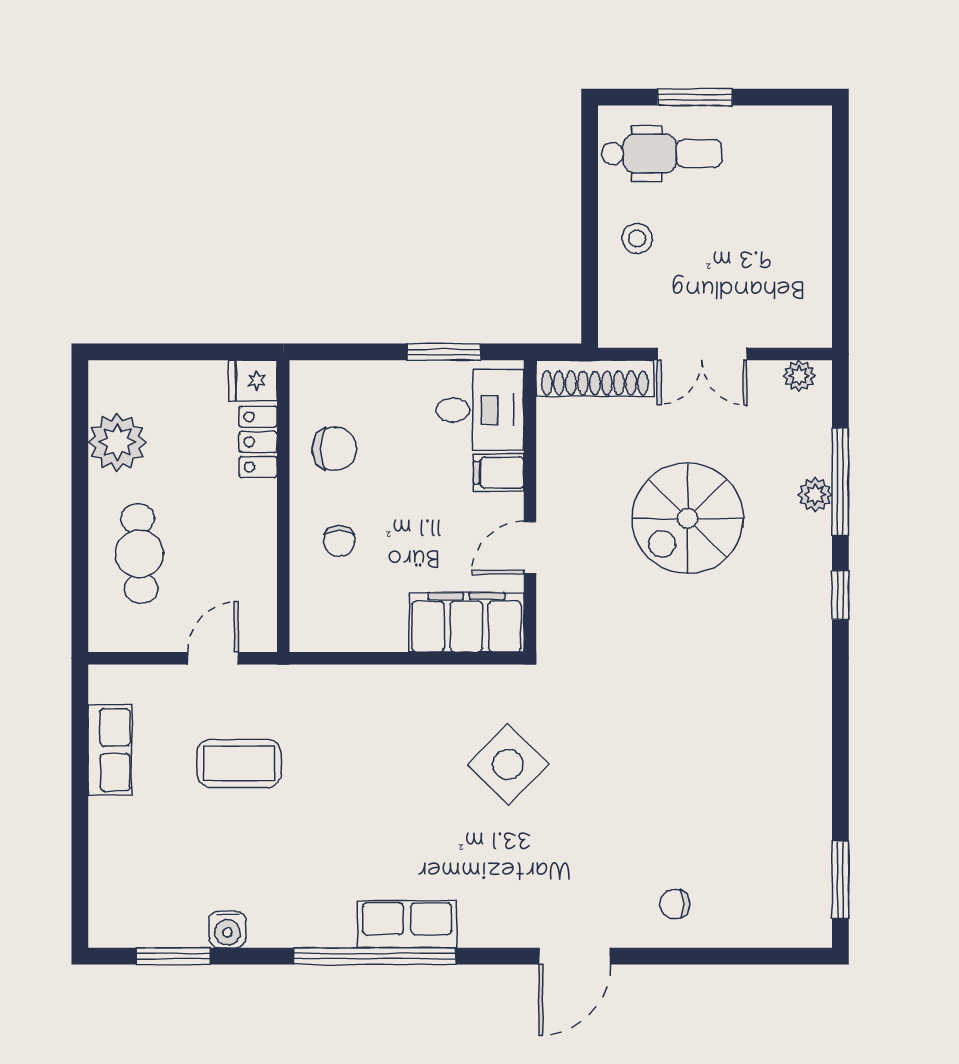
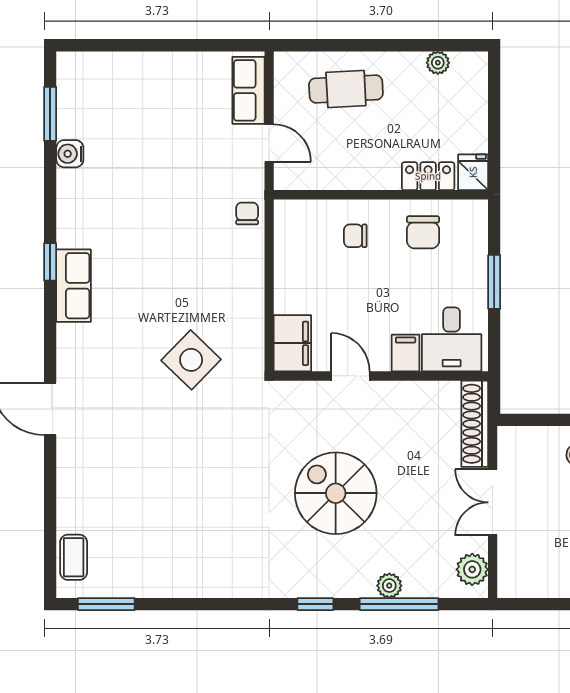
window: (444, 352) -> (494, 282), moved
plant: (799, 376) -> (472, 569), width x1.38, depth x1.38
plant: (117, 442) -> (438, 63), width x0.53, depth x0.53
spiral stairs: (688, 518) -> (336, 493), moved
filing cabinet: (466, 622) -> (292, 343), width x0.67, depth x0.86
row of seats: (110, 750) -> (249, 90), moved, turned 90
coffee table: (239, 764) -> (74, 557), moved, width x0.73, depth x0.77
chair: (675, 904) -> (247, 213), moved
window: (375, 956) -> (50, 262), width x0.32

